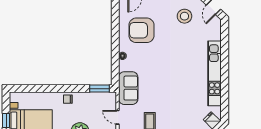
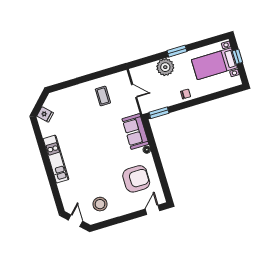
kitchen unit: (215, 73) -> (56, 159), width x0.73
sofa: (128, 88) -> (135, 132), moved

